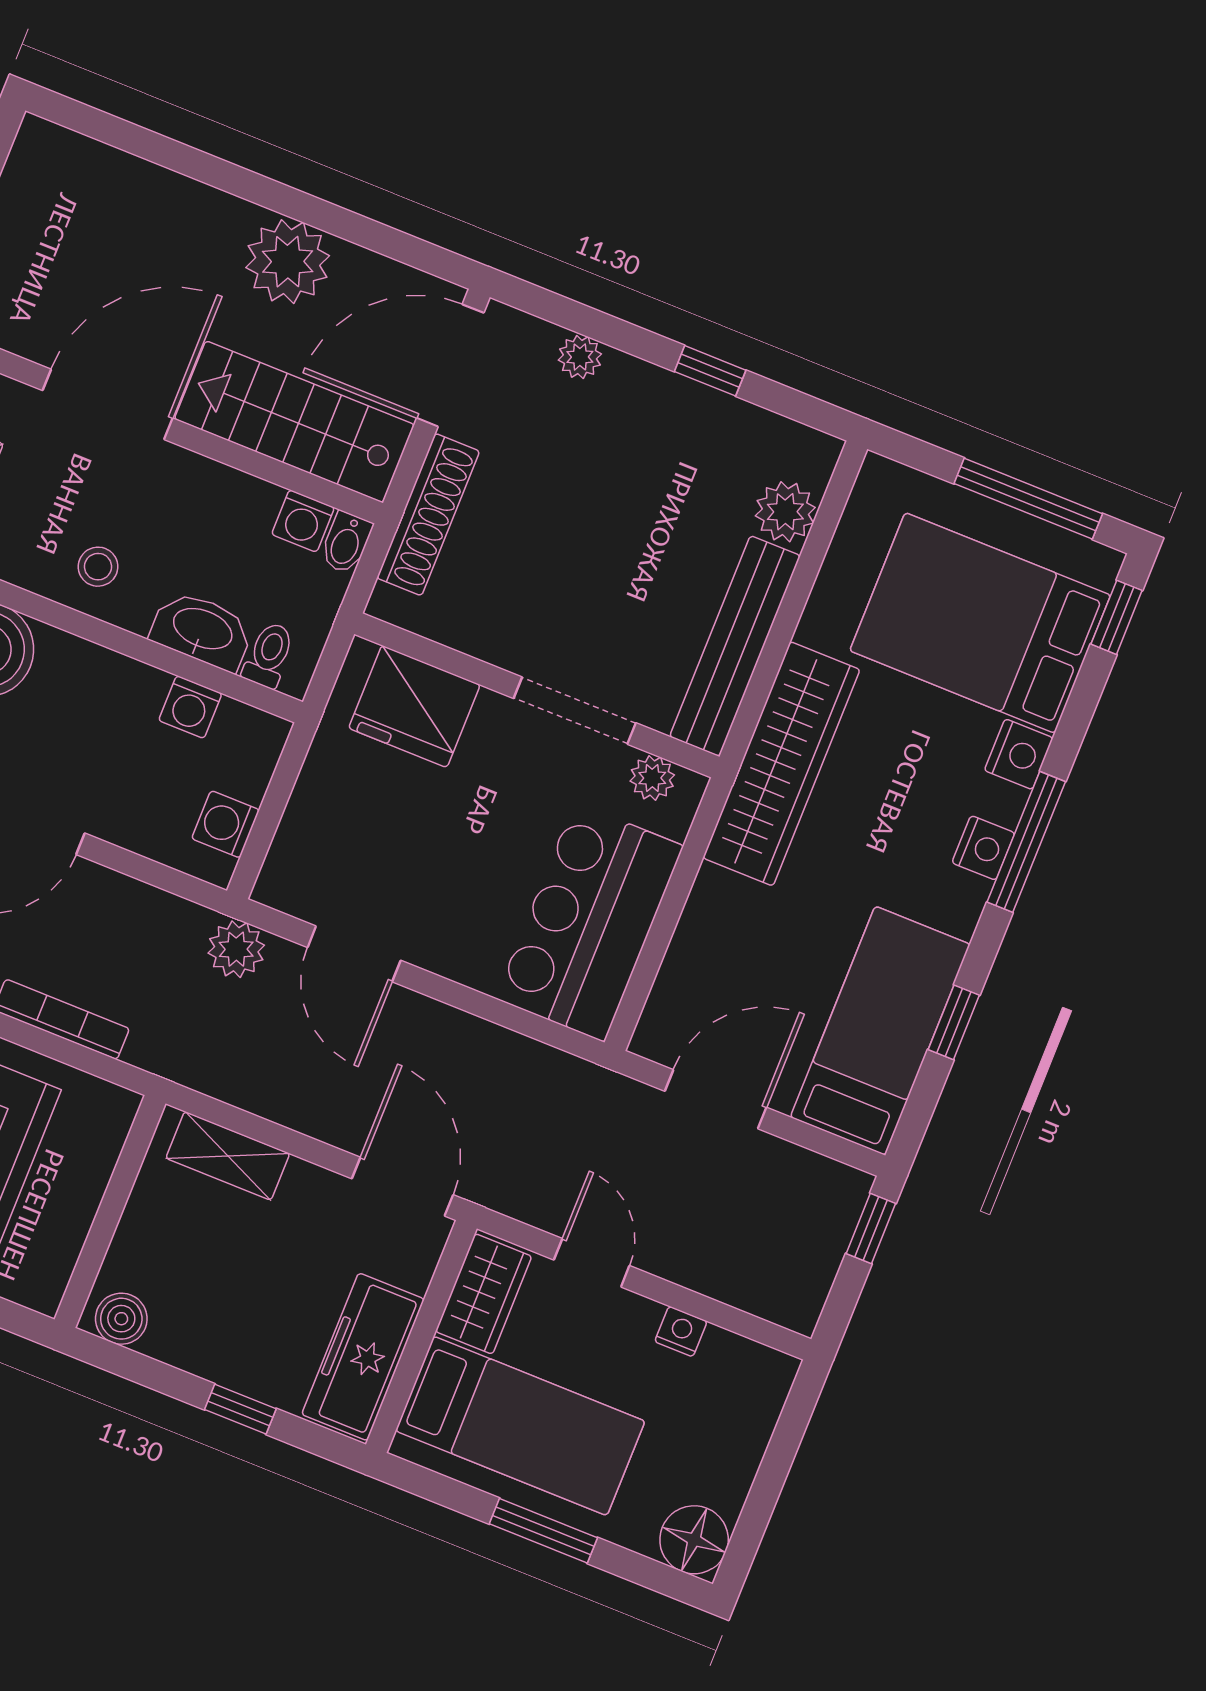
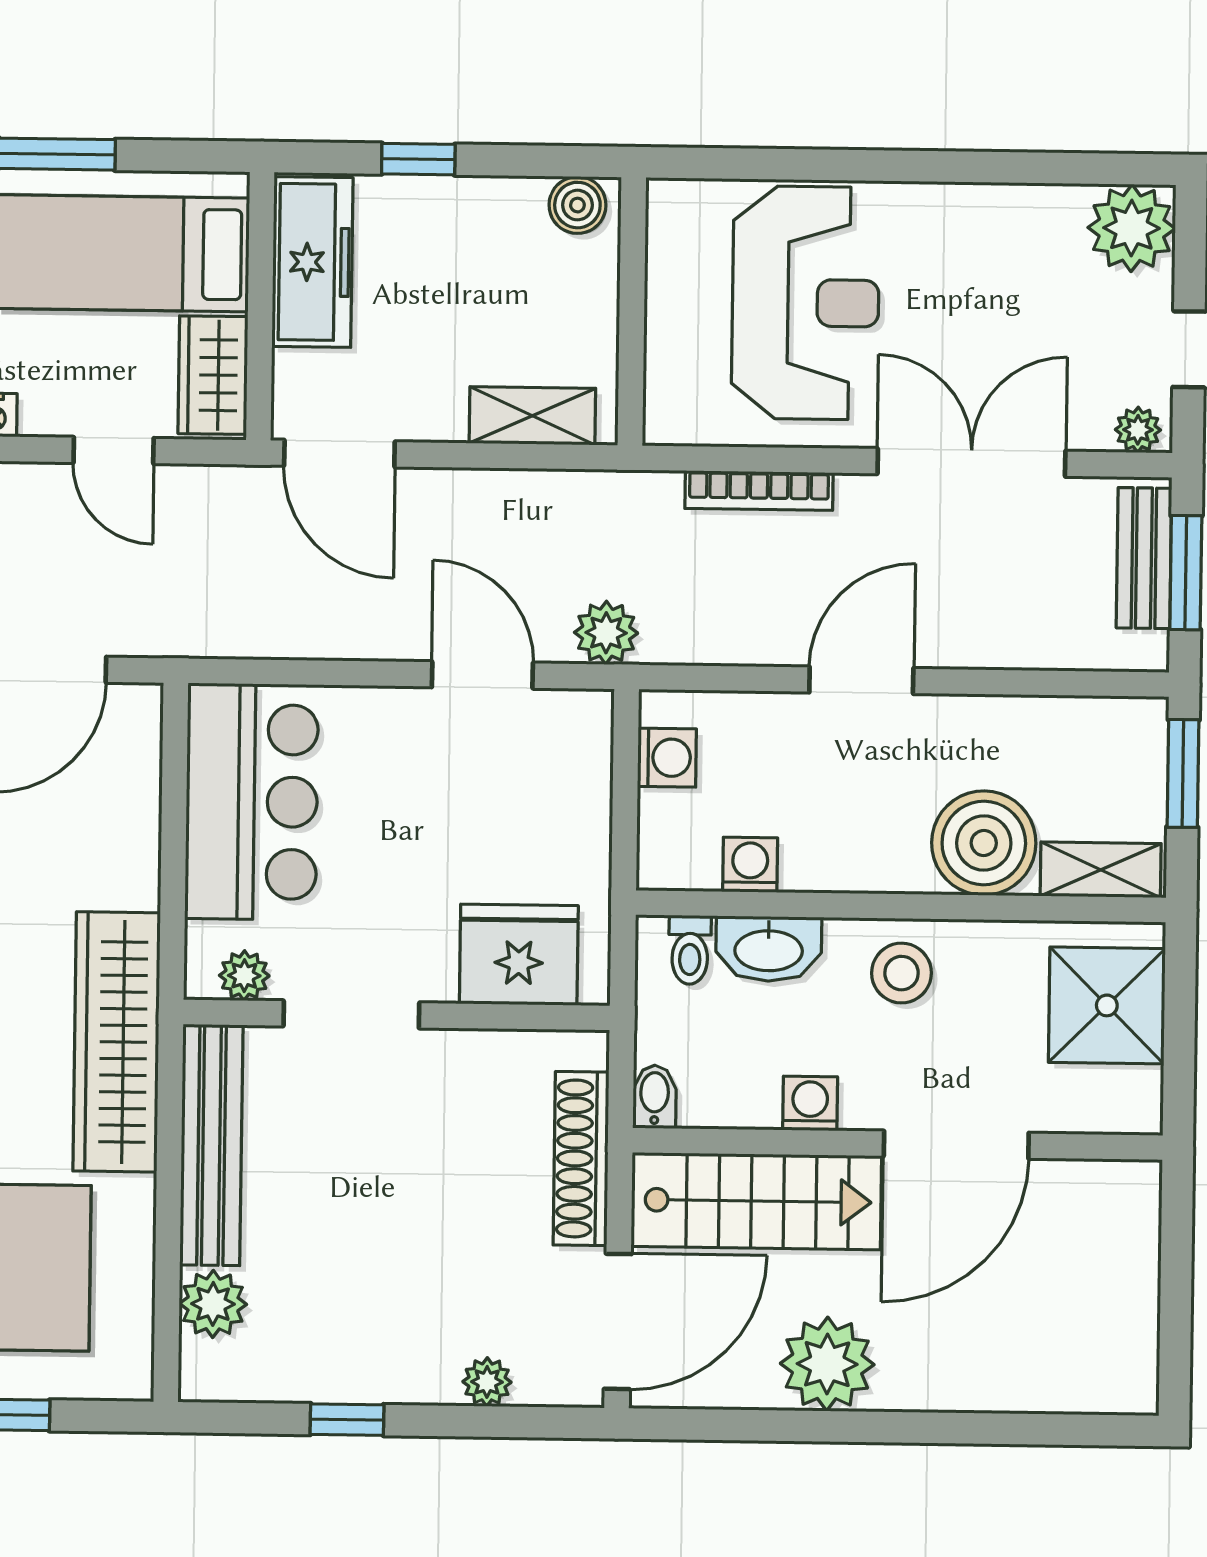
washing machine: (303, 521) -> (810, 1103), moved
stool: (98, 567) -> (902, 973), width x1.37, depth x1.37

